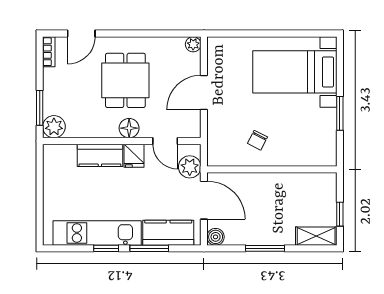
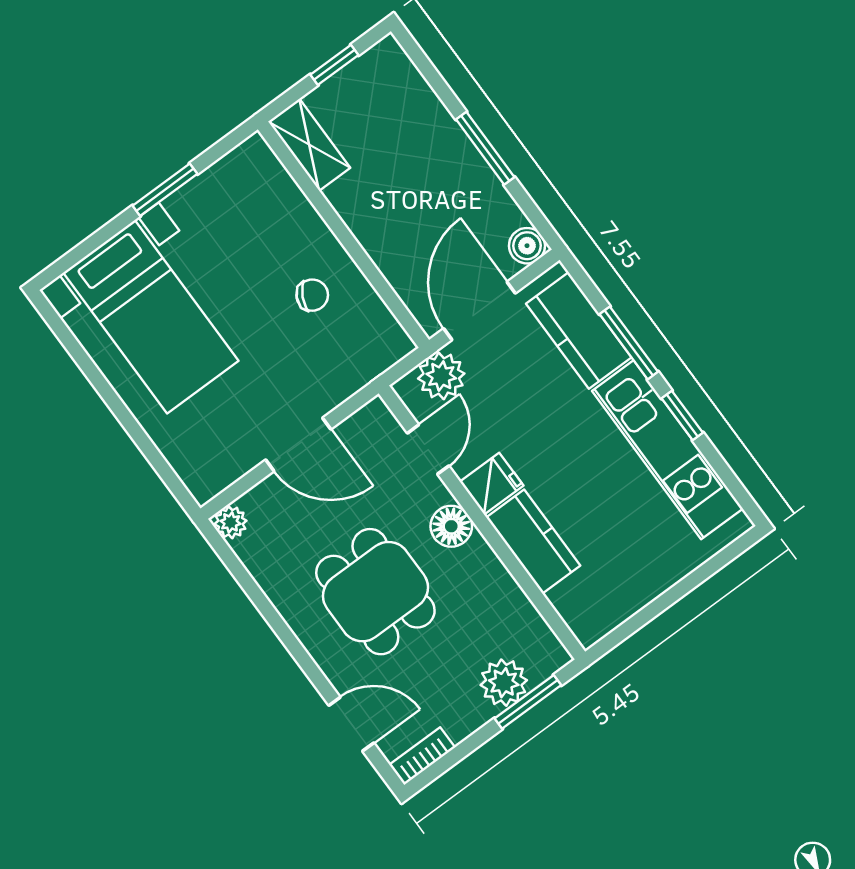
dining table: (125, 80) -> (375, 592), turned 90
plant: (54, 127) -> (504, 683), moved
shelving: (316, 236) -> (309, 145), moved

